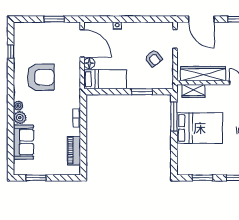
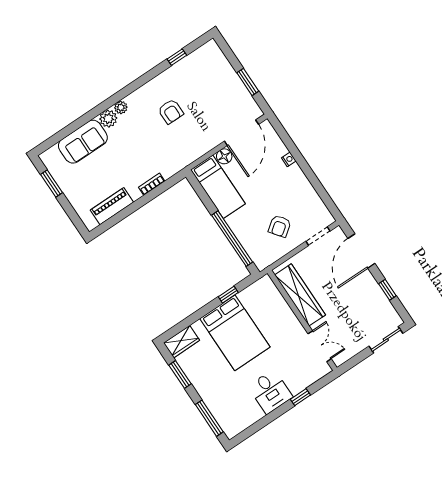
armchair: (41, 77) -> (171, 111), width x0.53, depth x0.53
wardrobe: (193, 91) -> (182, 342), moved, turned -90
window: (142, 92) -> (232, 239), width x2.11
window: (174, 117) -> (228, 295), width x0.46

